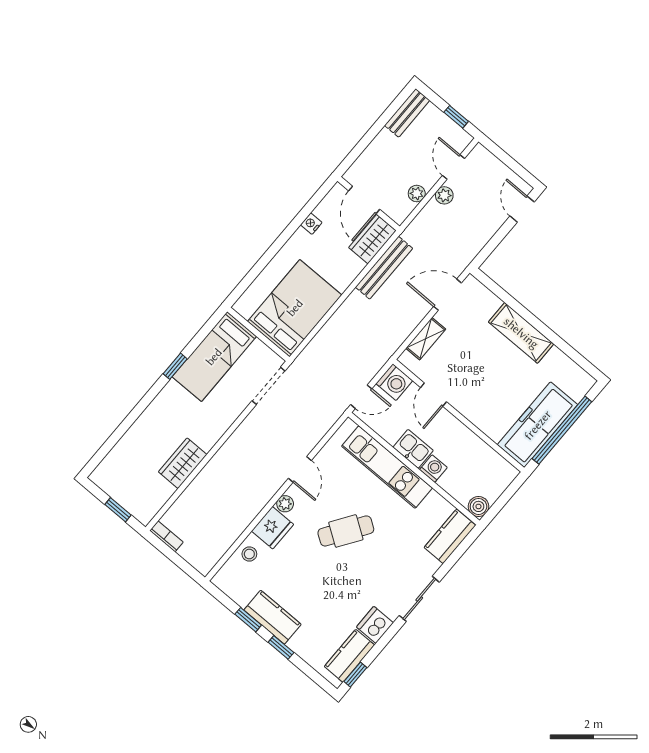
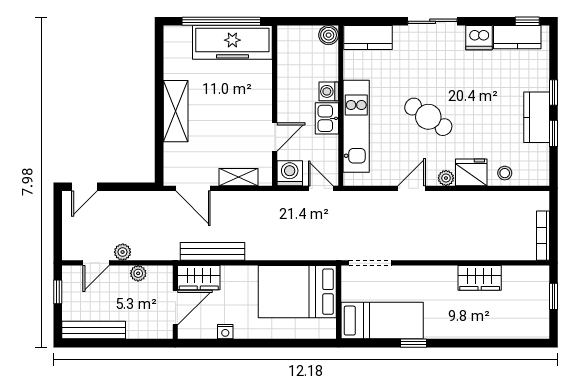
bench: (407, 113) -> (94, 330), width x1.36
bookcase: (166, 536) -> (543, 236), width x1.56

